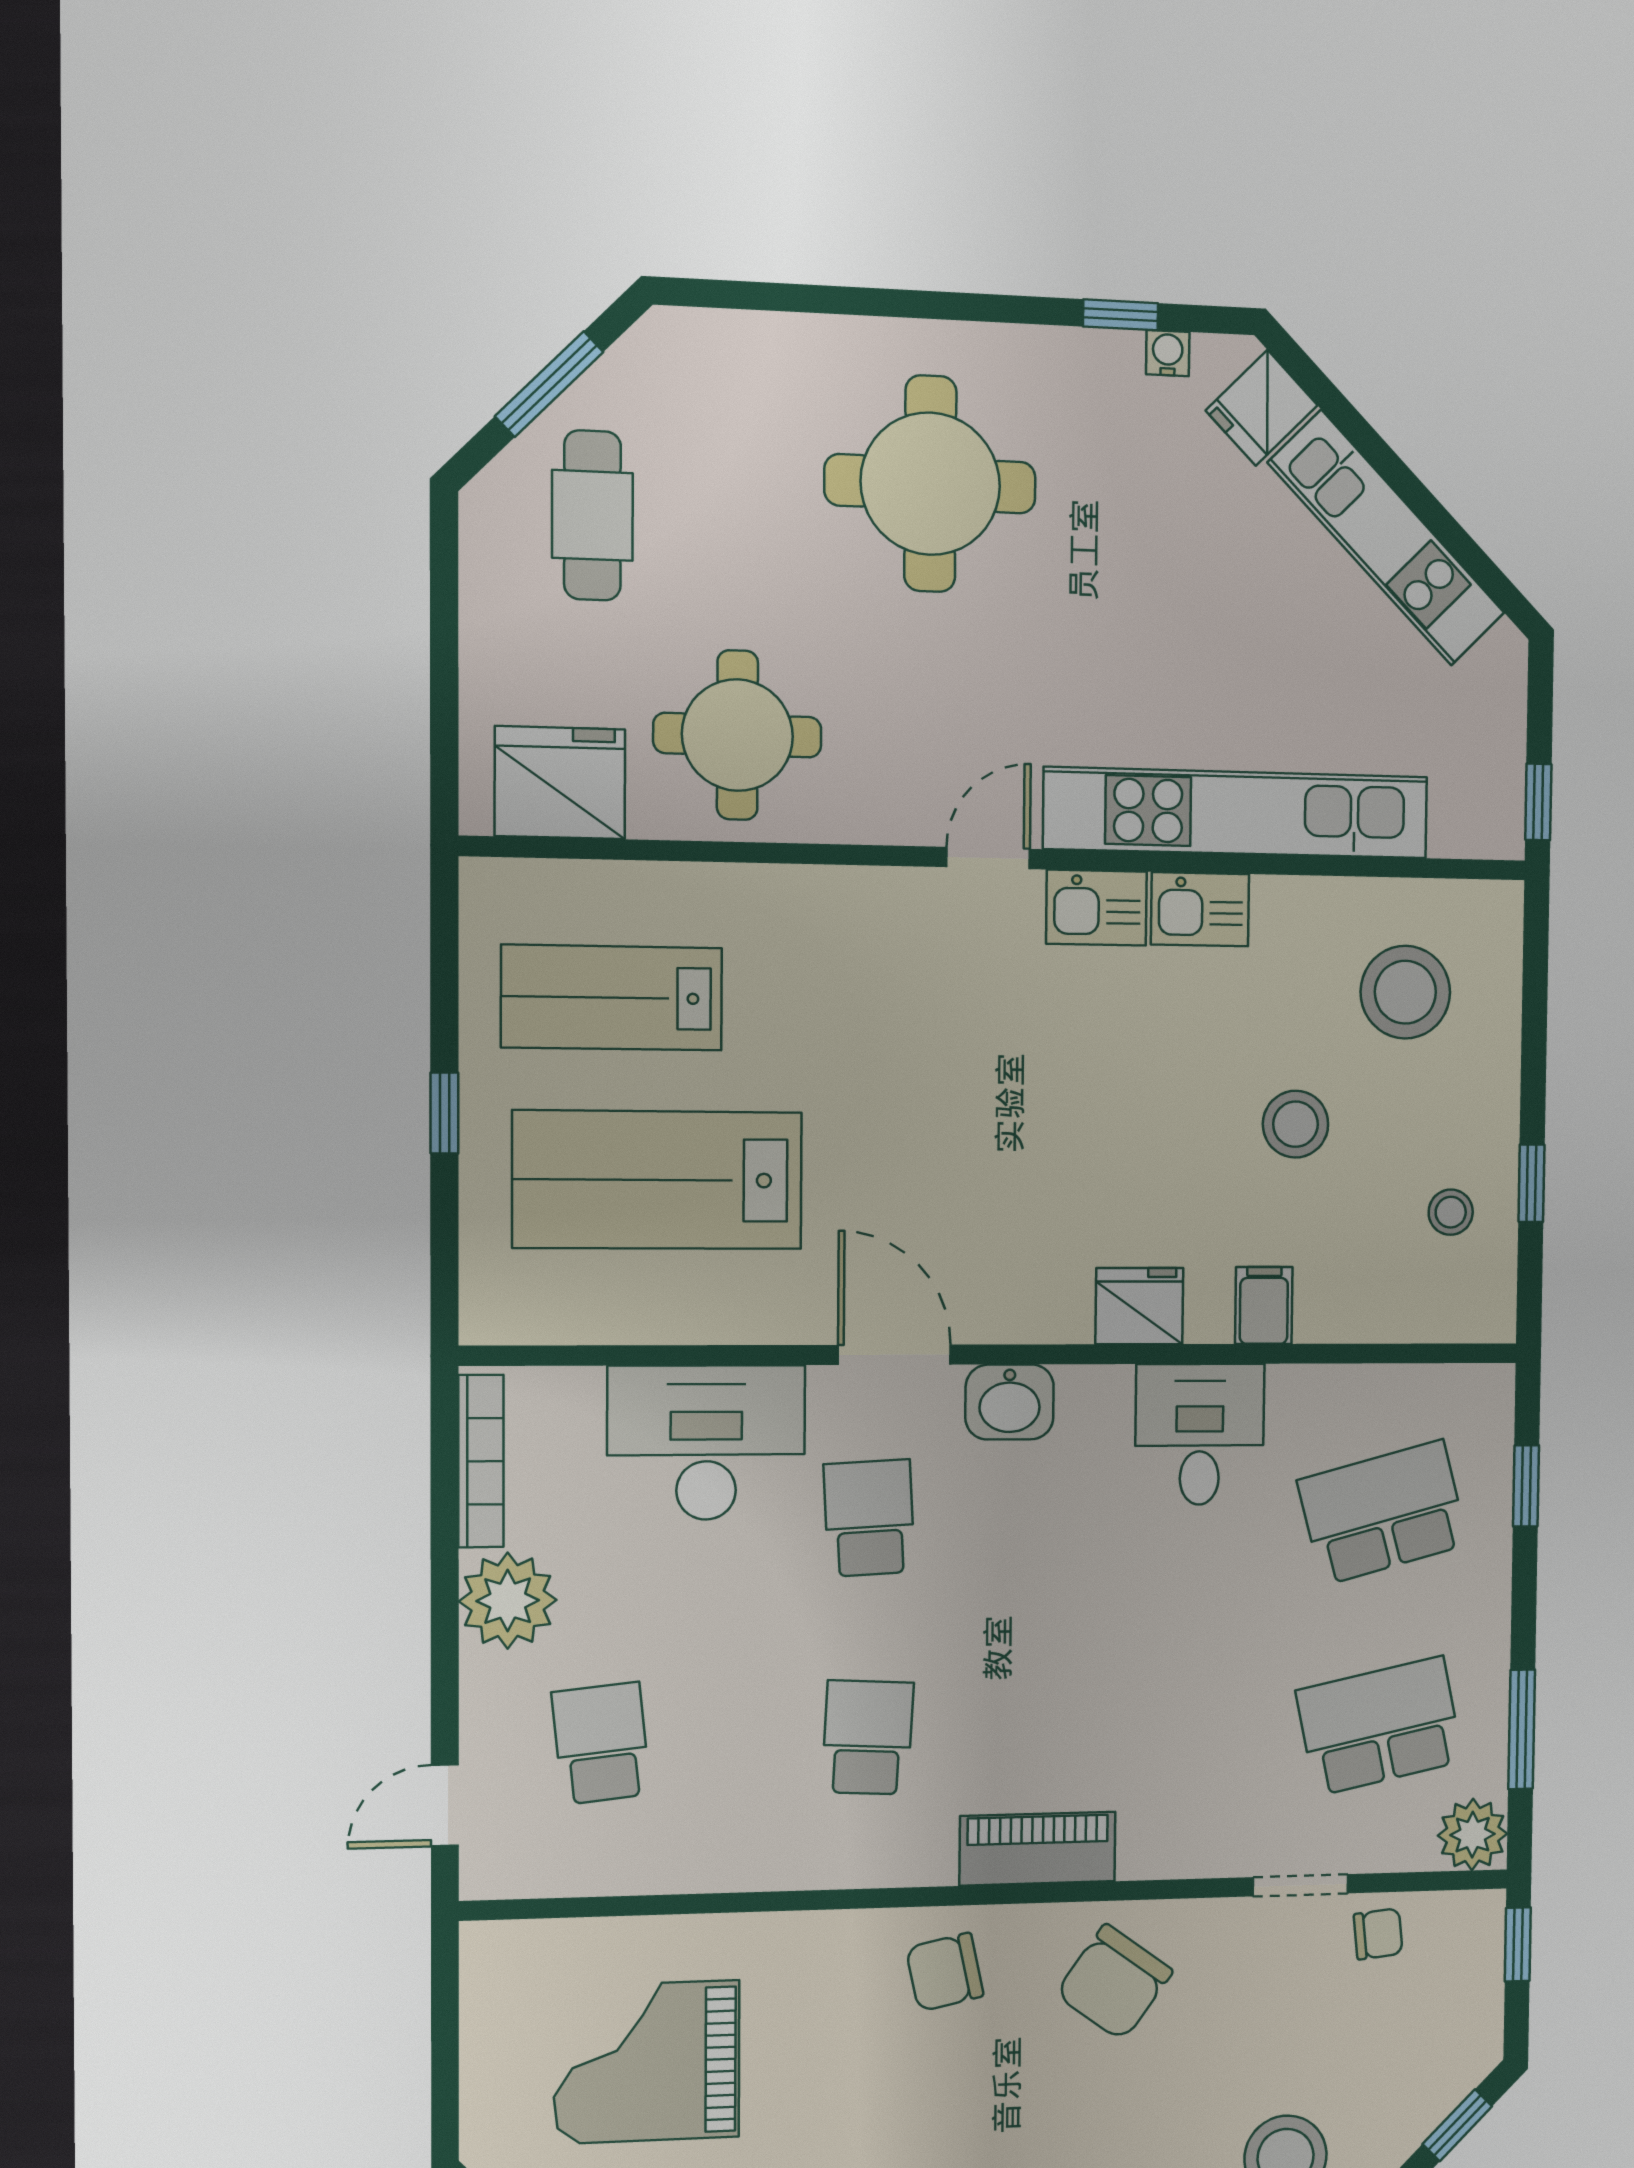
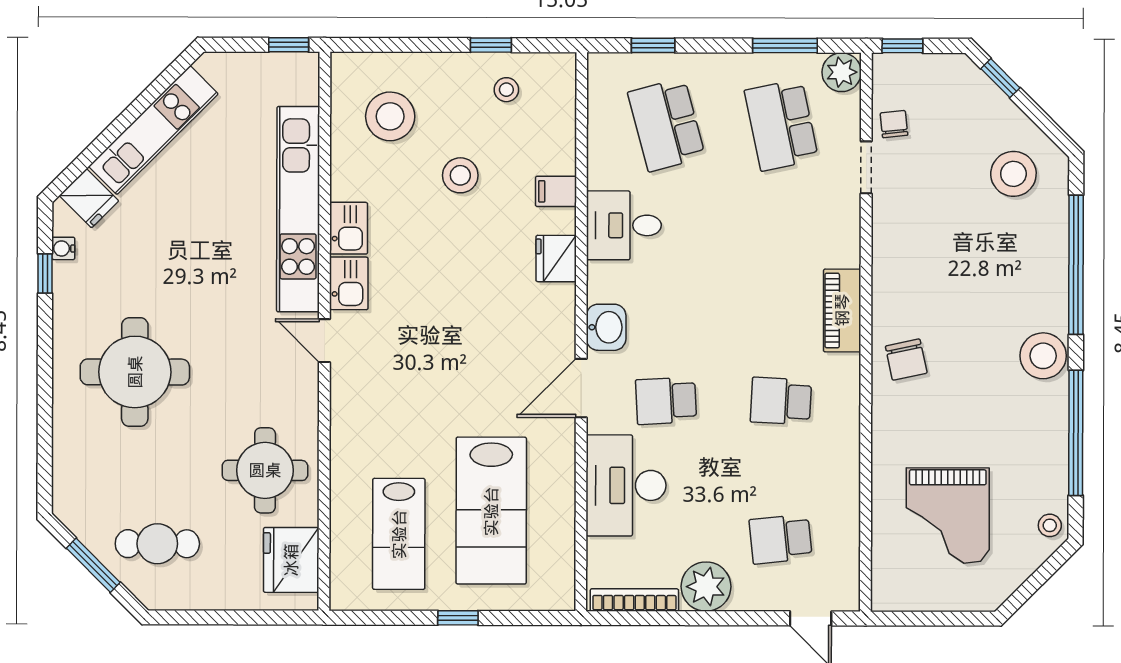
chair: (1114, 1982) -> (915, 269), removed

